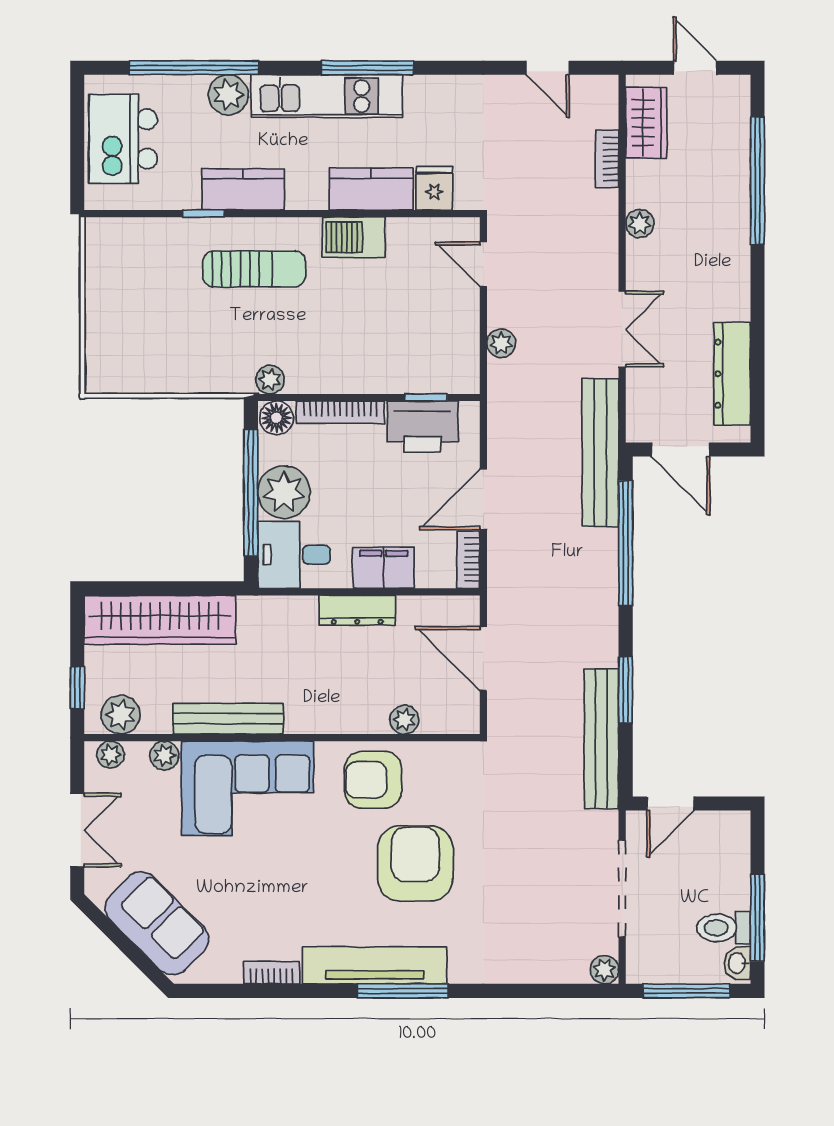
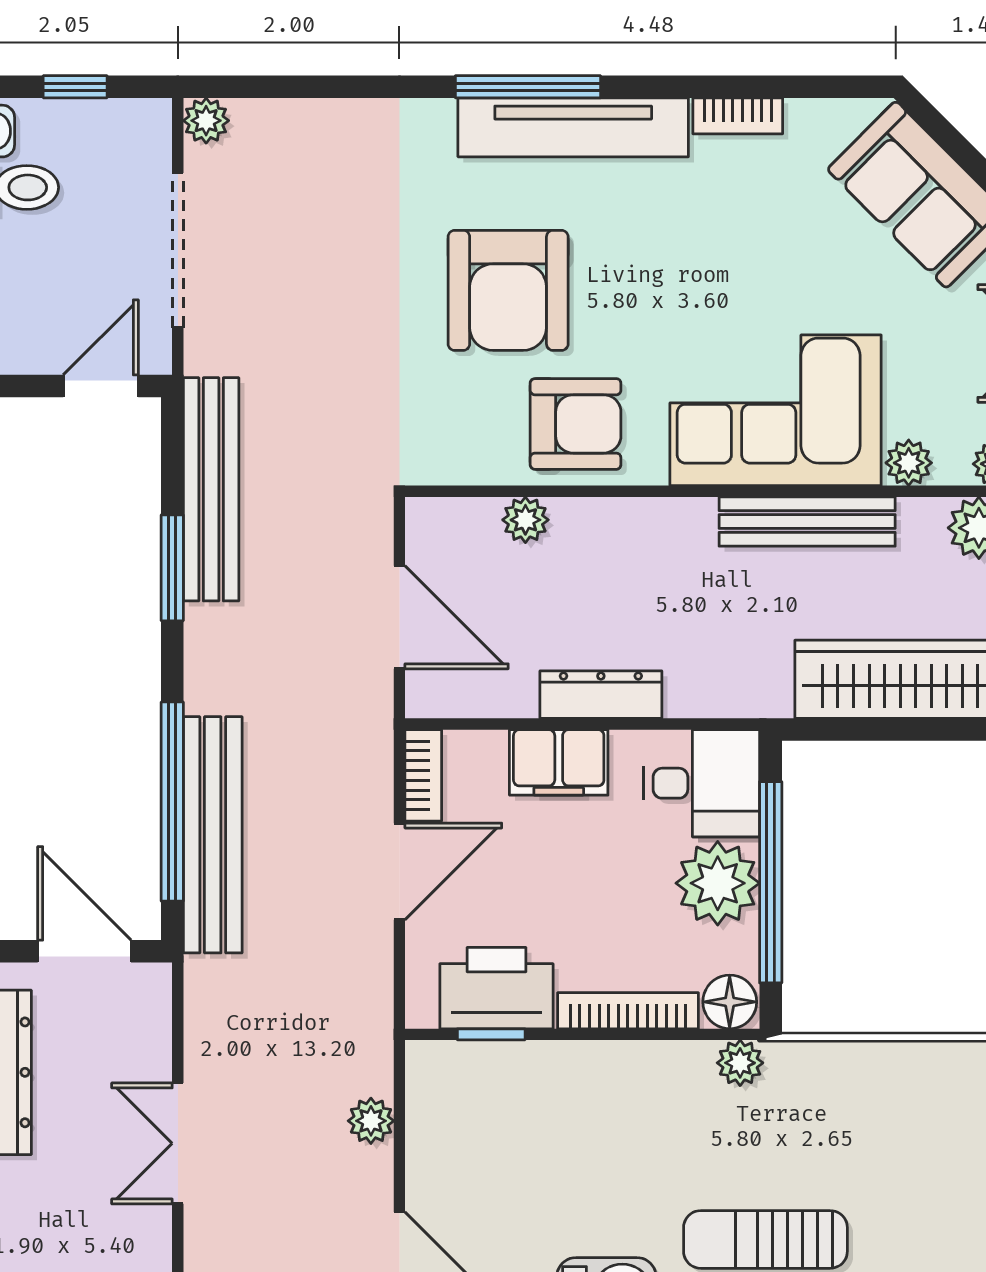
bench: (600, 452) -> (213, 835), moved
window: (686, 991) -> (75, 87), width x0.46

